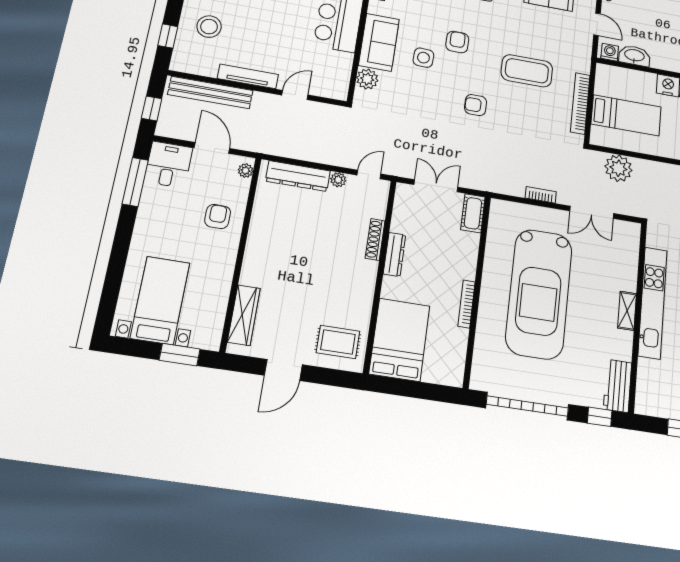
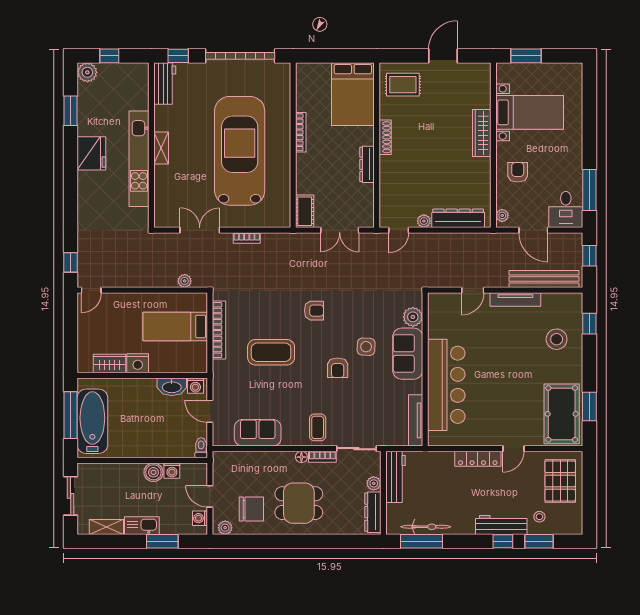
plant: (618, 168) -> (185, 281), width x0.53, depth x0.53
armchair: (218, 216) -> (518, 172), turned 180
shoe rack: (375, 239) -> (385, 137), moved
bed with nightstands: (160, 300) -> (530, 112), moved, turned -90
wardrobe: (244, 315) -> (482, 133), moved

